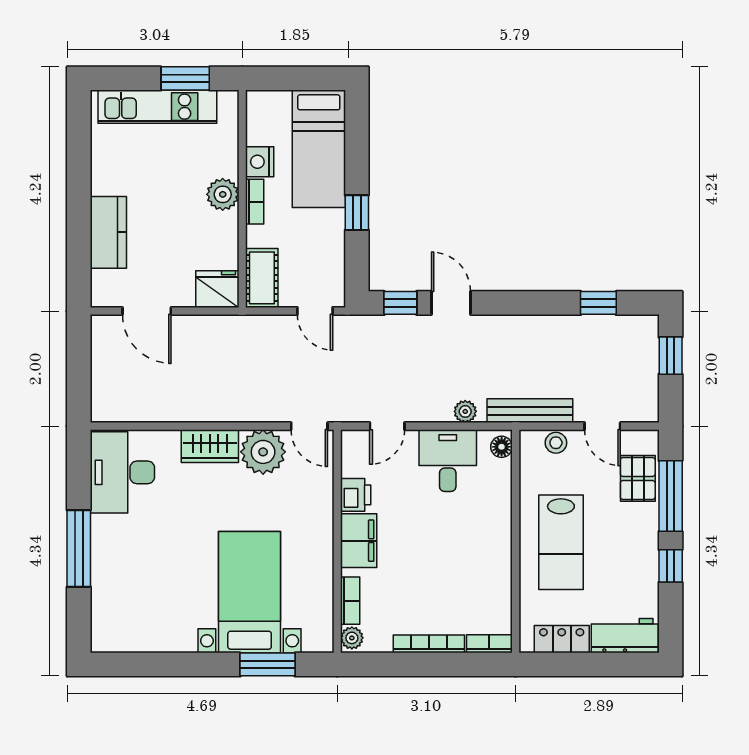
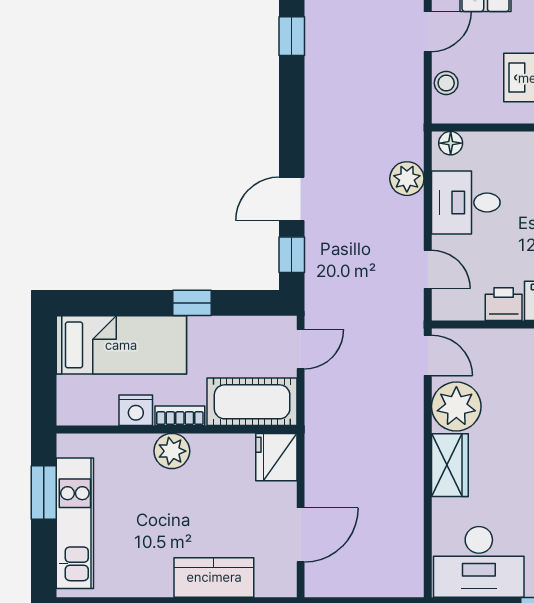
cot: (262, 278) -> (252, 402), width x1.37, depth x1.34
plant: (465, 411) -> (407, 179), width x1.38, depth x1.38
bench: (530, 411) -> (411, 112), removed
door: (309, 426) -> (428, 355), hinge flipped

